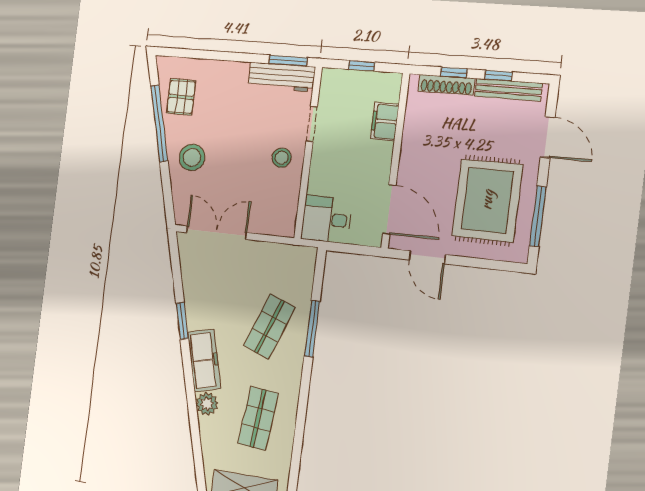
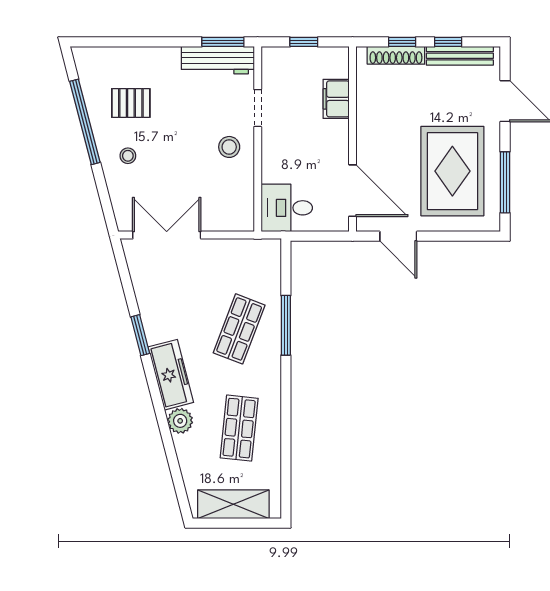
pallet: (181, 97) -> (131, 103), moved, turned 90
stool: (192, 157) -> (128, 156), width x0.53, depth x0.53

